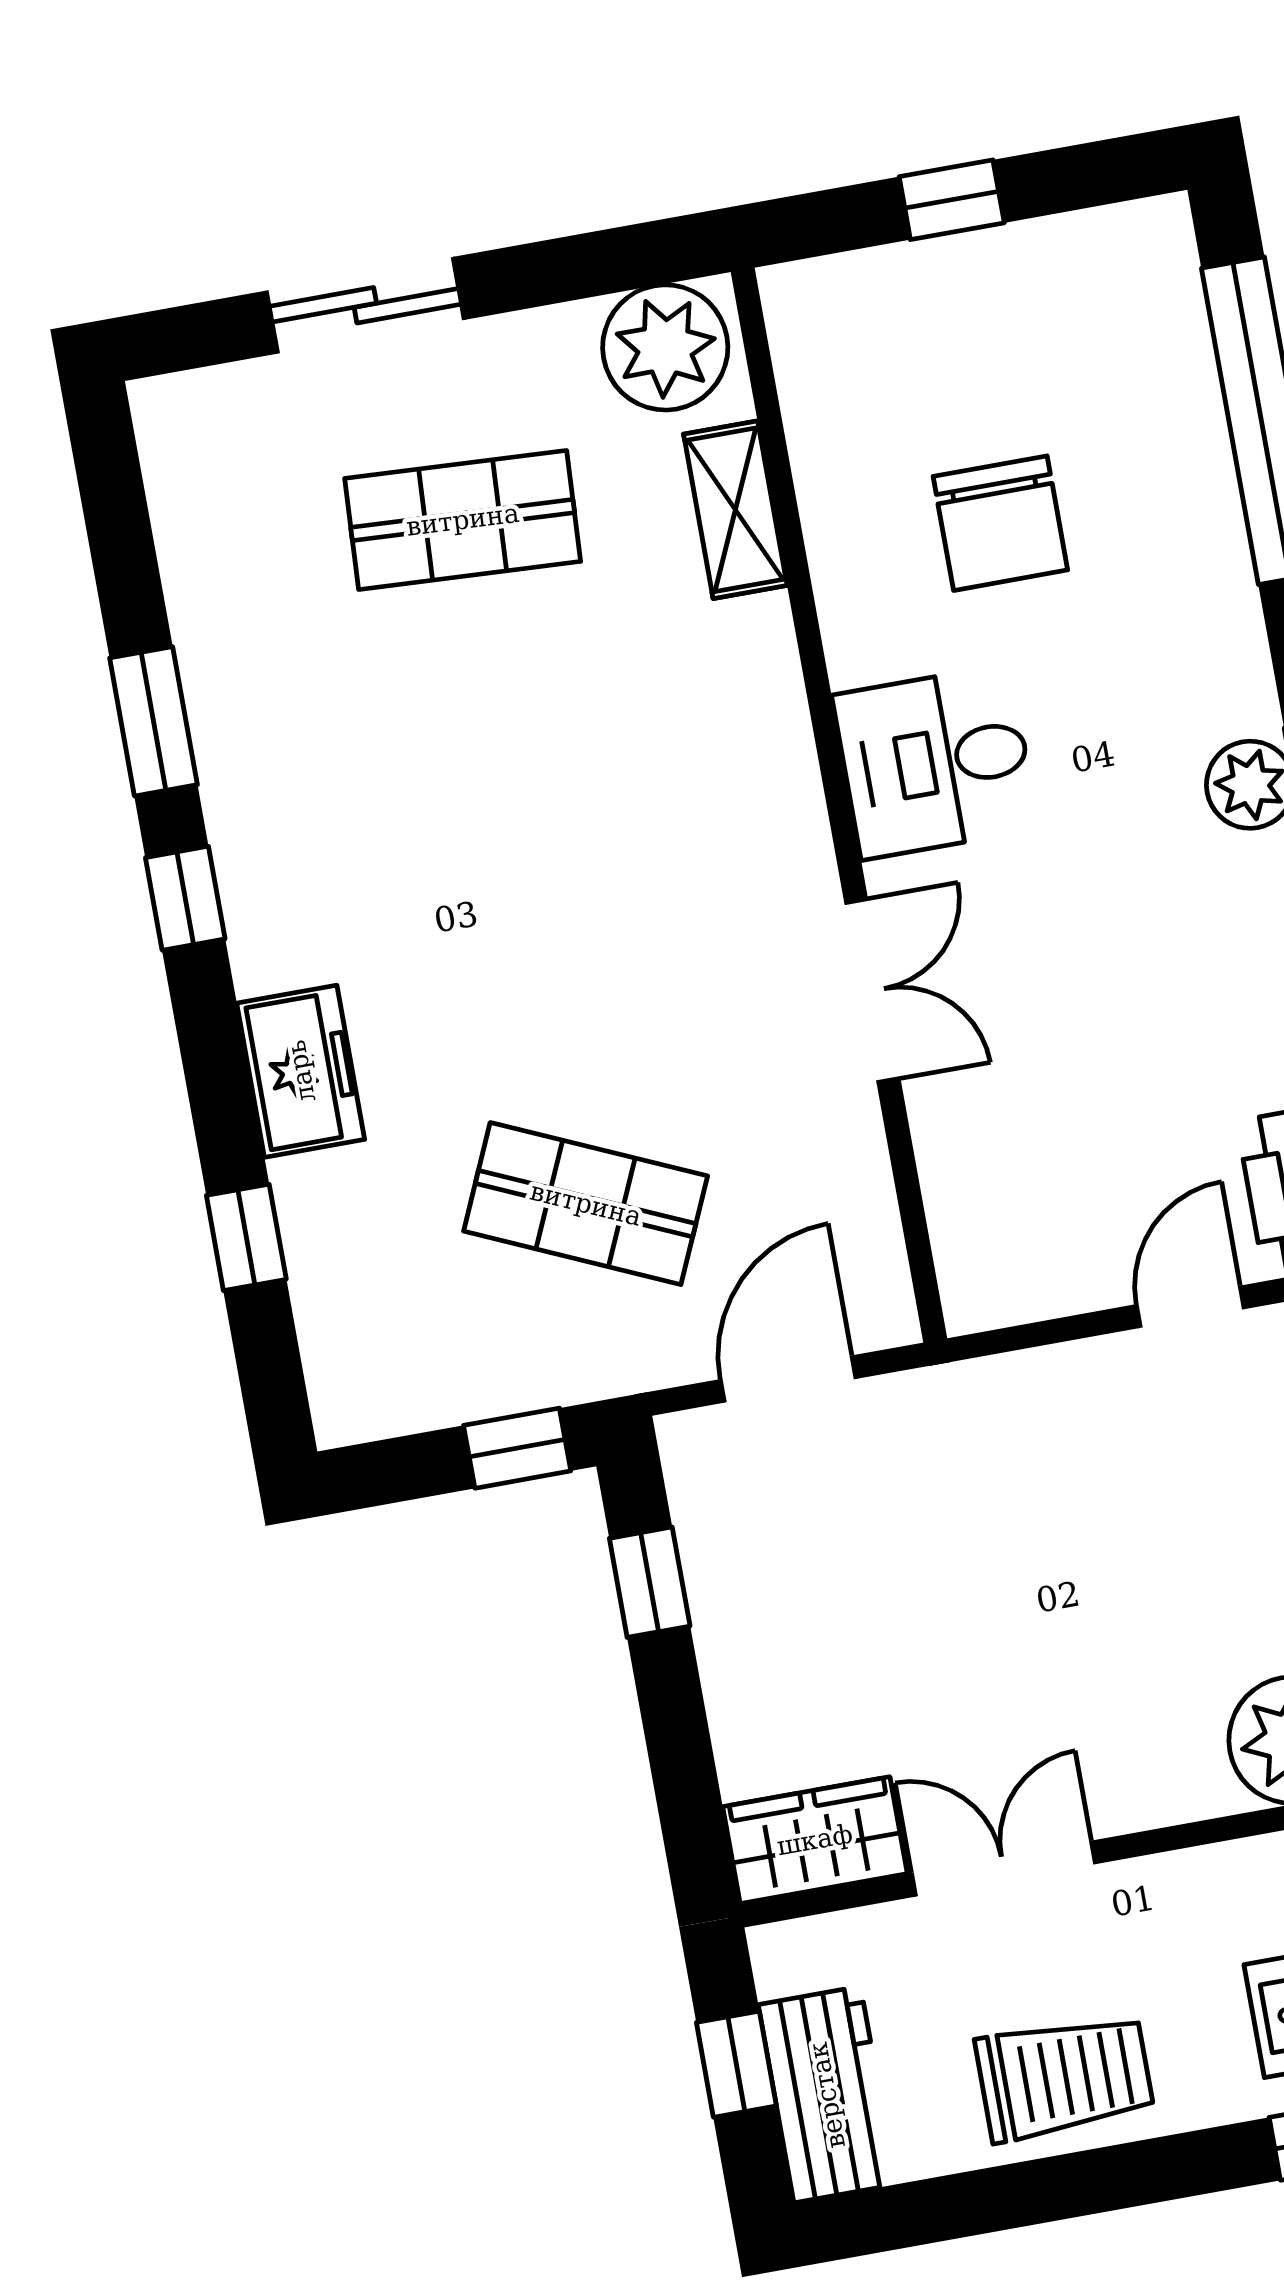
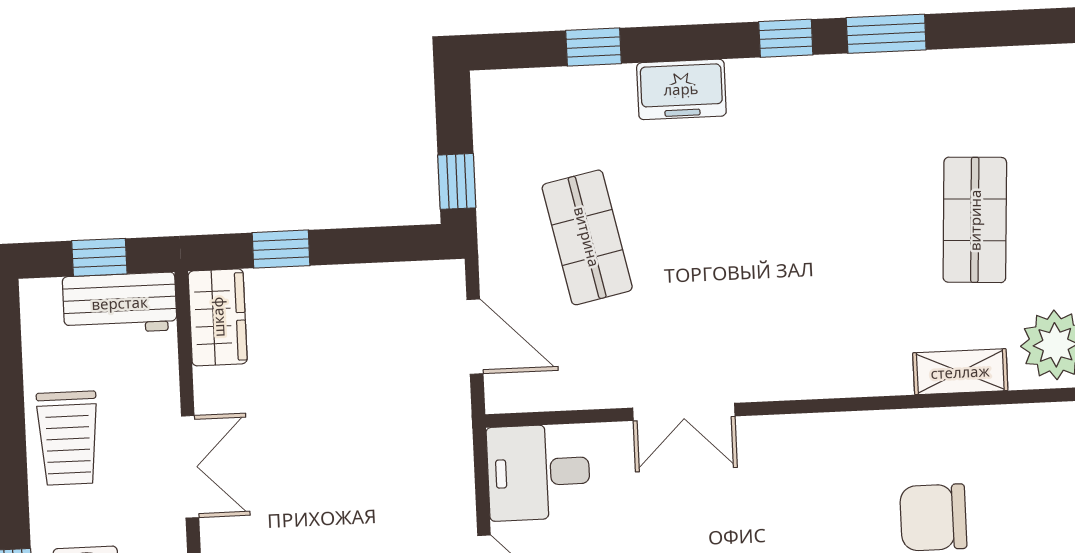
desk: (935, 762) -> (539, 472), moved, turned -90
shop shelf: (586, 1204) -> (587, 237), turned -36
window: (650, 1582) -> (281, 249), moved
double door: (1003, 1869) -> (190, 467), moved
workbench: (827, 2095) -> (120, 303), moved

